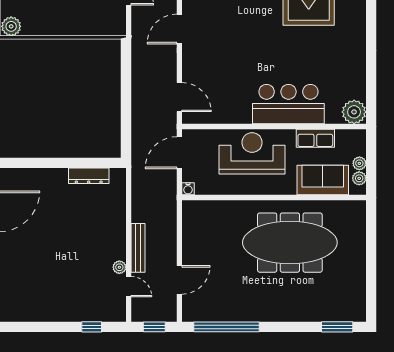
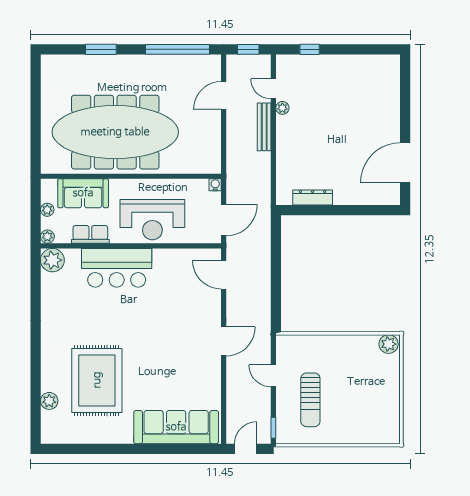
plant: (359, 178) -> (47, 237), moved
meeting table: (290, 243) -> (115, 132), width x1.36, depth x1.27
window: (337, 327) -> (101, 49), moved

